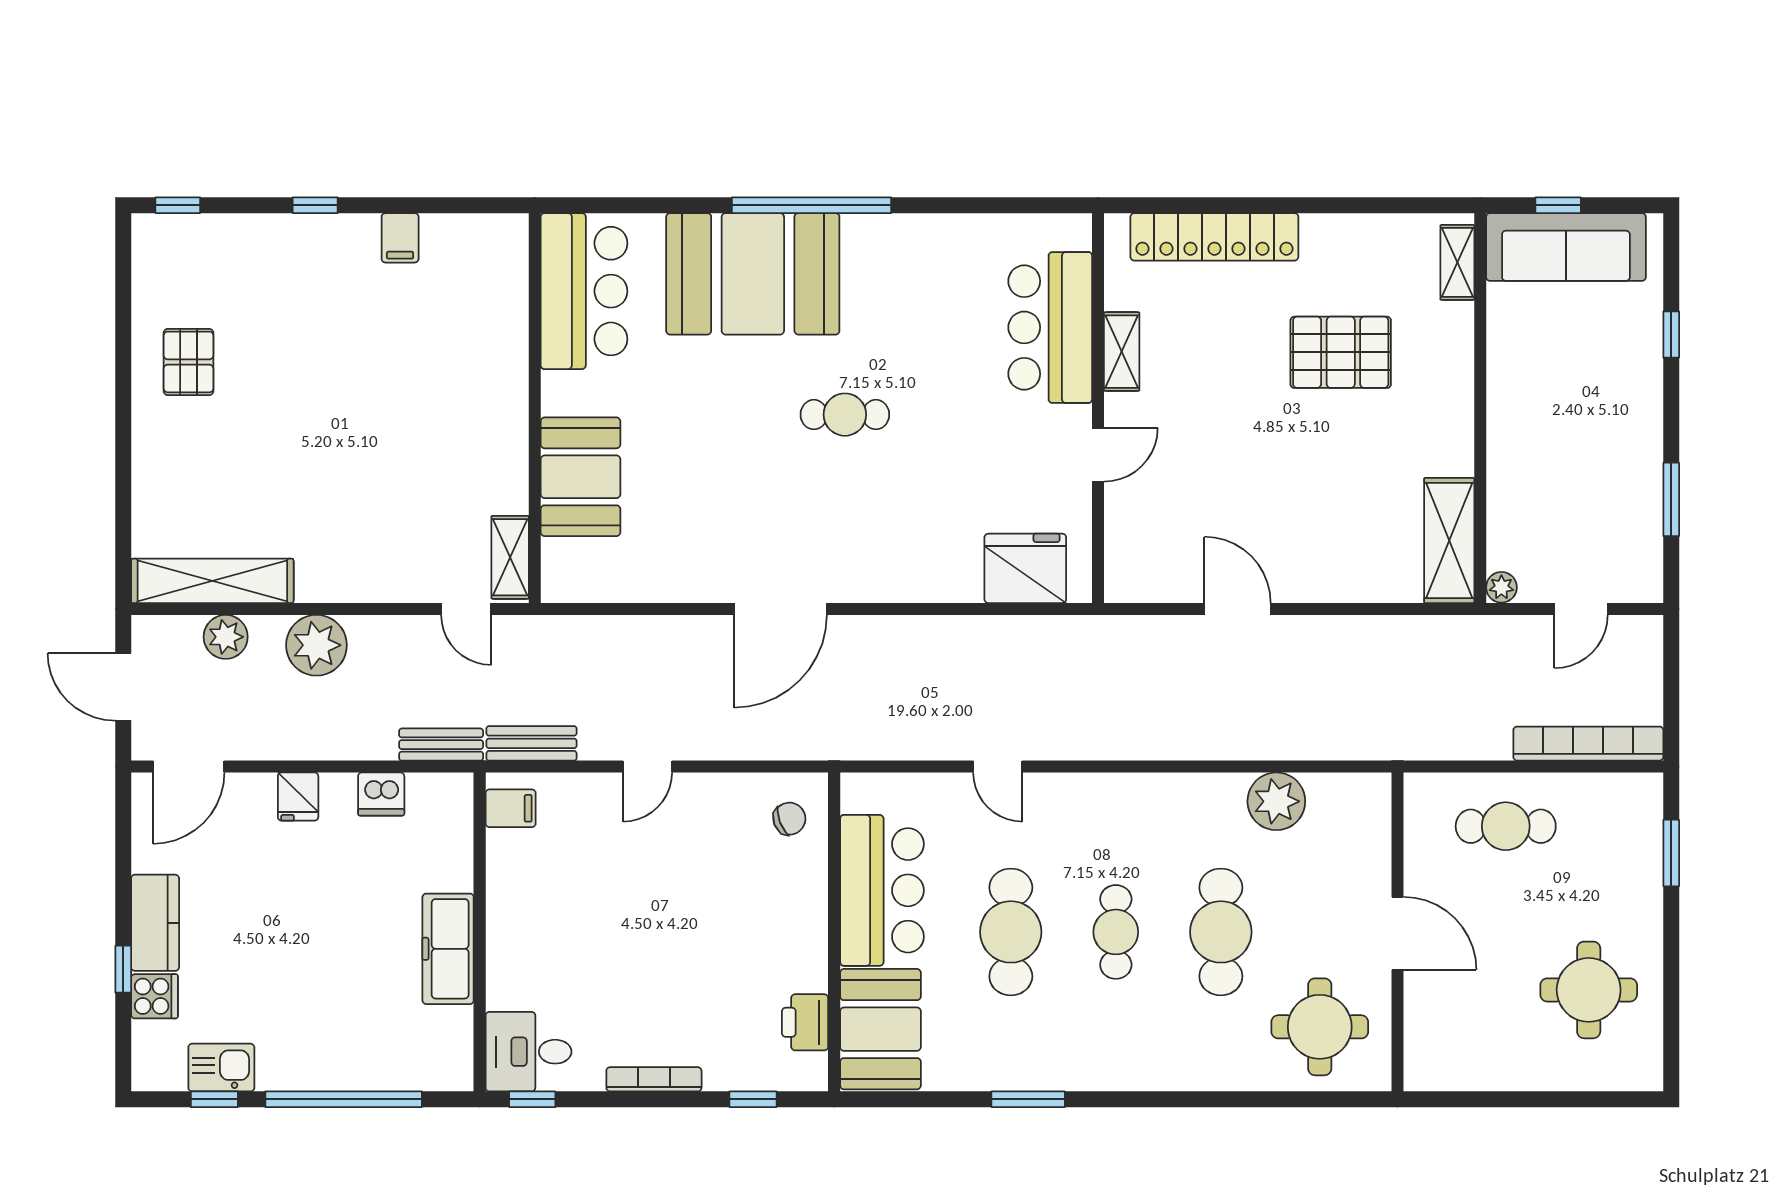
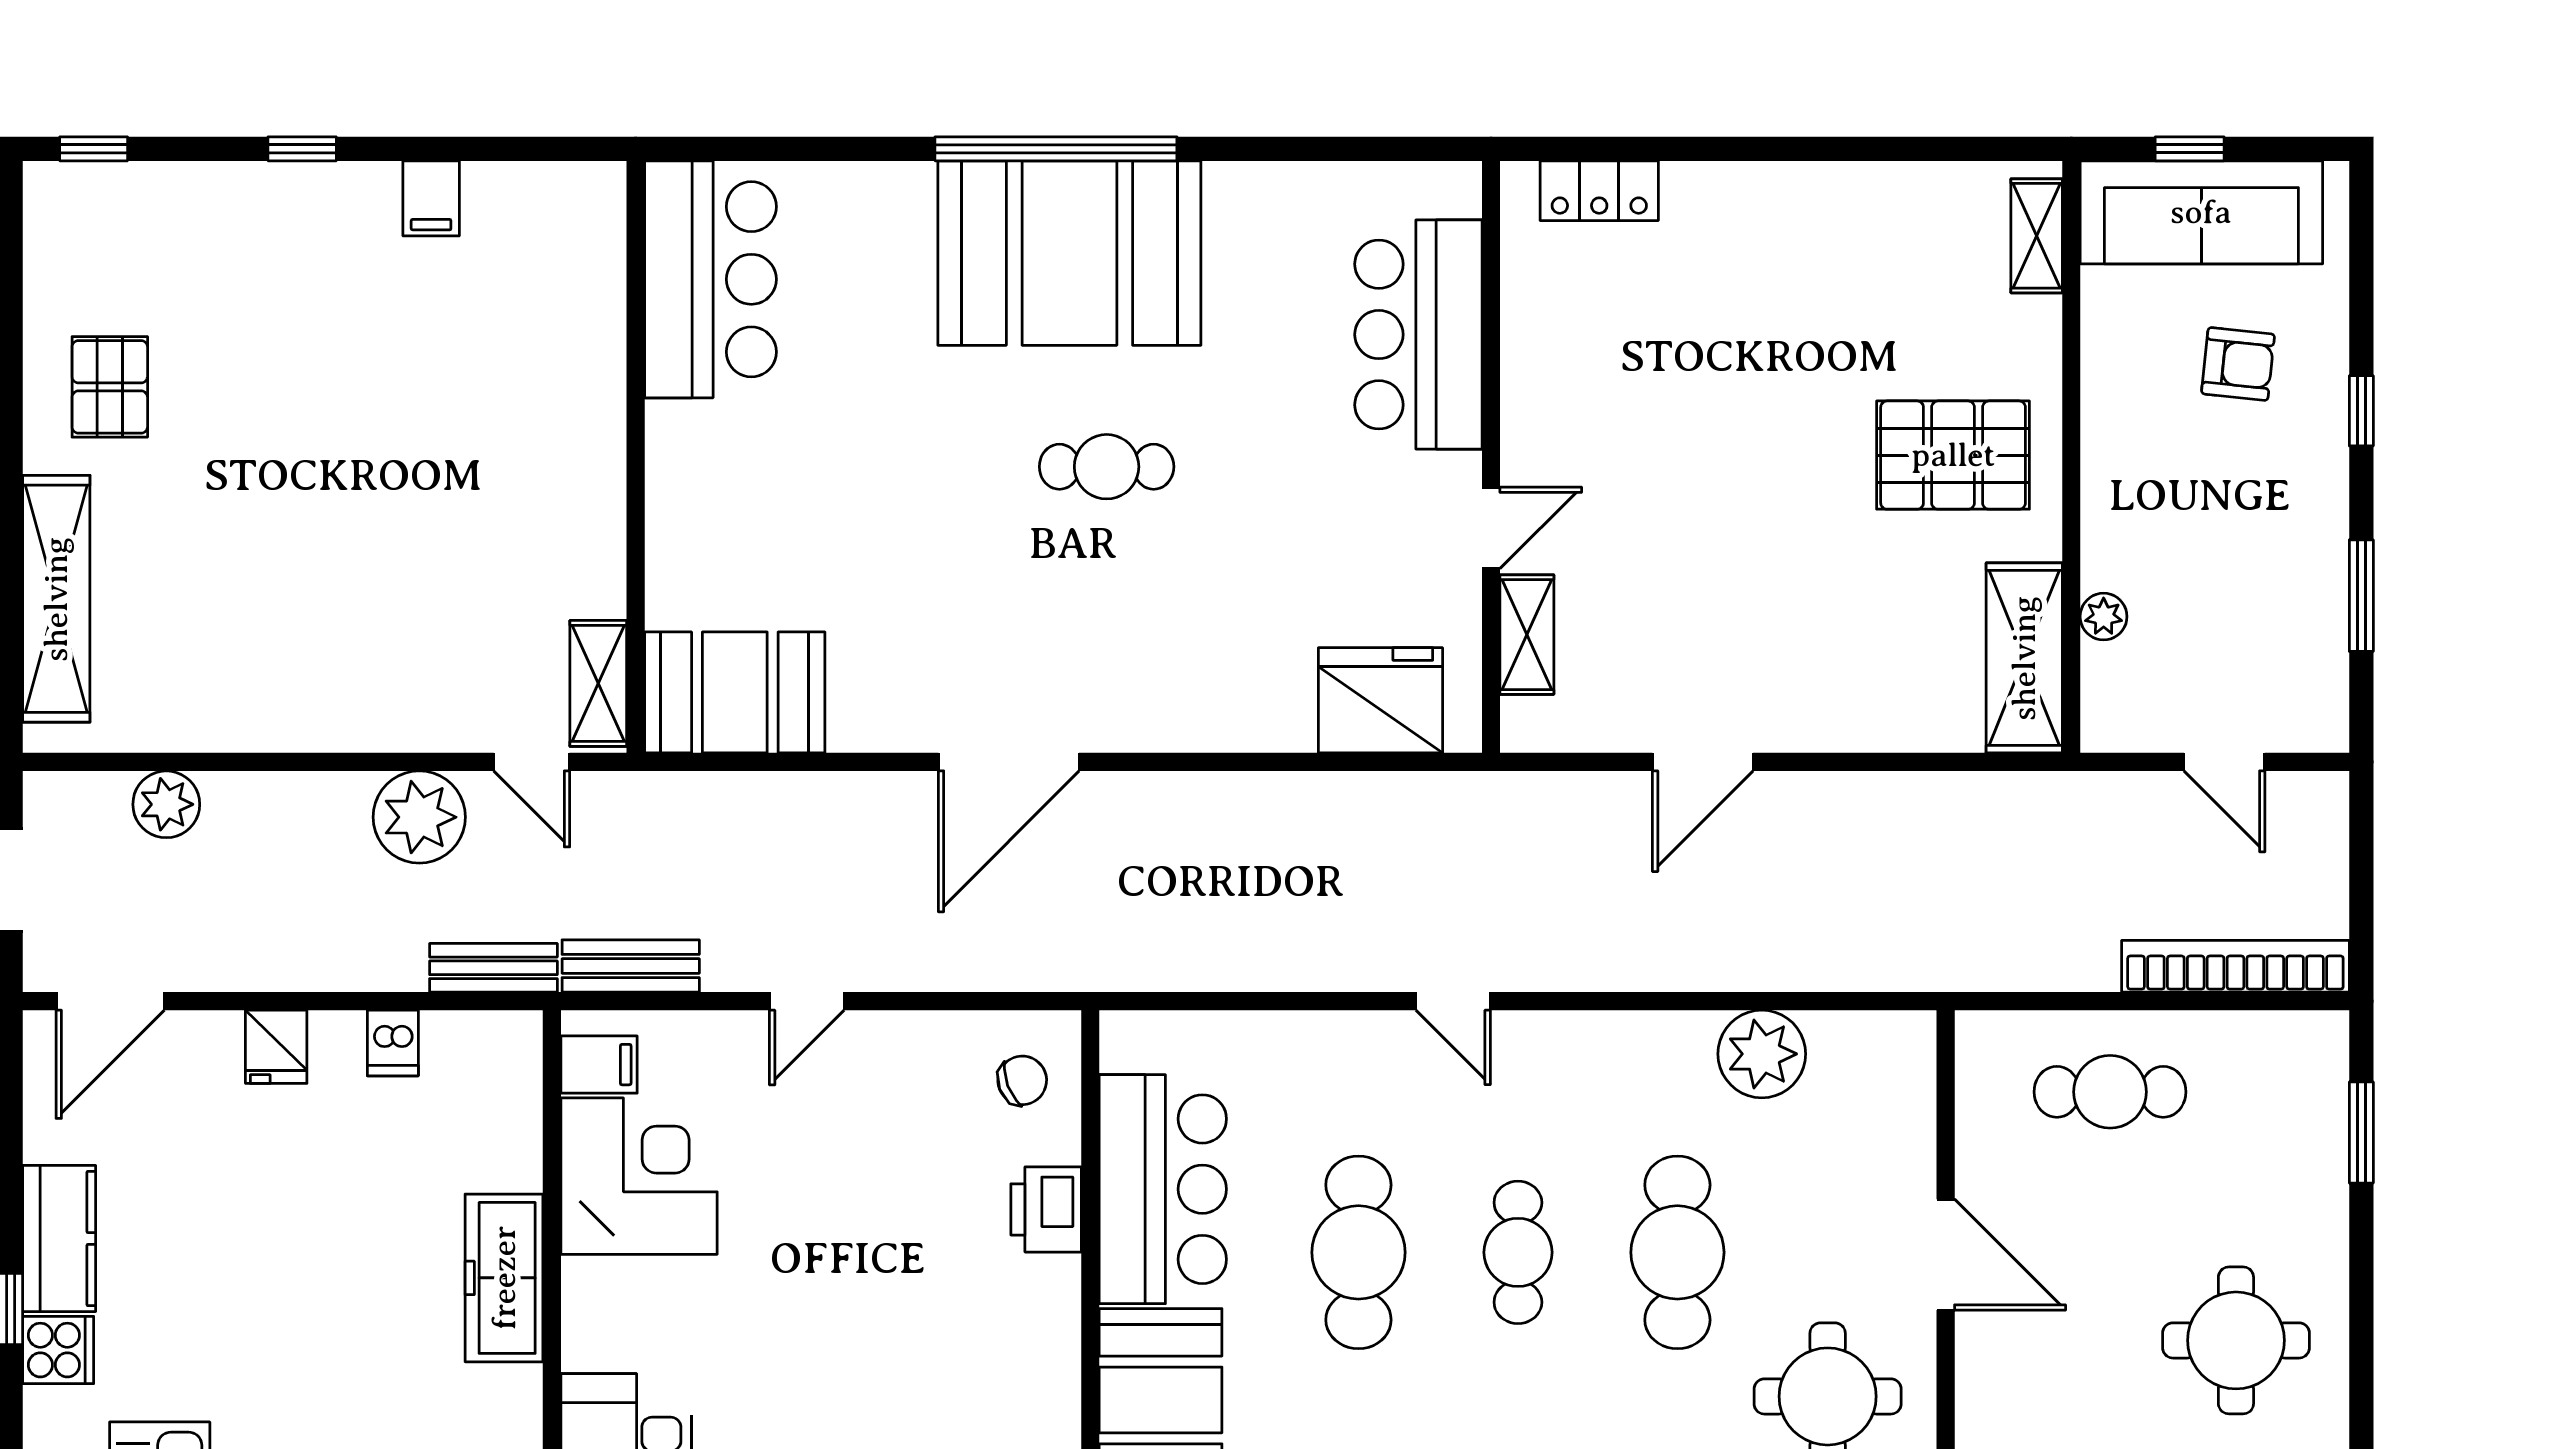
locker: (1214, 237) -> (1599, 191), width x0.46, depth x0.83
booth: (753, 274) -> (1069, 253), moved
window: (1671, 335) -> (2361, 411), moved
armchair: (1590, 347) -> (2238, 364), added
shelving: (1122, 352) -> (1527, 635), moved
pallet: (1341, 352) -> (1953, 455), moved
booth: (581, 477) -> (735, 692), moved, turned 90
shelving: (212, 581) -> (56, 599), moved, turned 90
plant: (1501, 587) -> (2104, 617), moved
door: (1238, 609) -> (1703, 762), swing flipped
door: (1581, 609) -> (2224, 762), hinge flipped
plant: (316, 645) -> (419, 817), moved
door: (998, 767) -> (1453, 1001), moved
dishwasher: (381, 794) -> (393, 1043), width x0.73
corner desk: (537, 882) -> (639, 1176), added
printer: (805, 1022) -> (1046, 1209), moved

